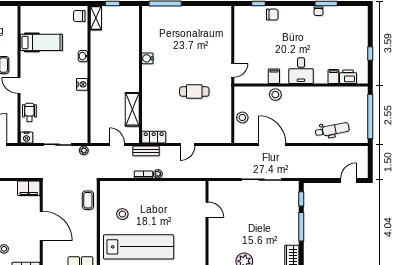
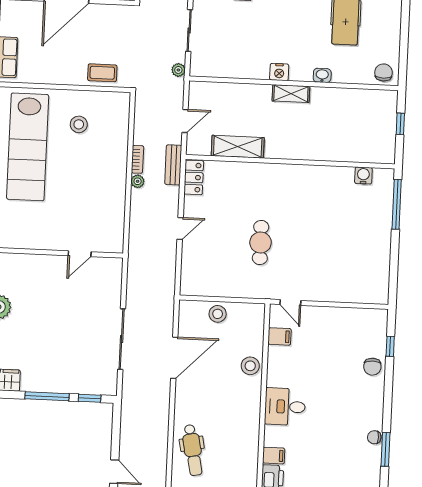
shelving: (96, 18) -> (291, 94), moved
water cooler: (147, 58) -> (363, 175), moved
filing cabinet: (274, 76) -> (280, 336), moved
door: (187, 145) -> (180, 228), swing flipped

